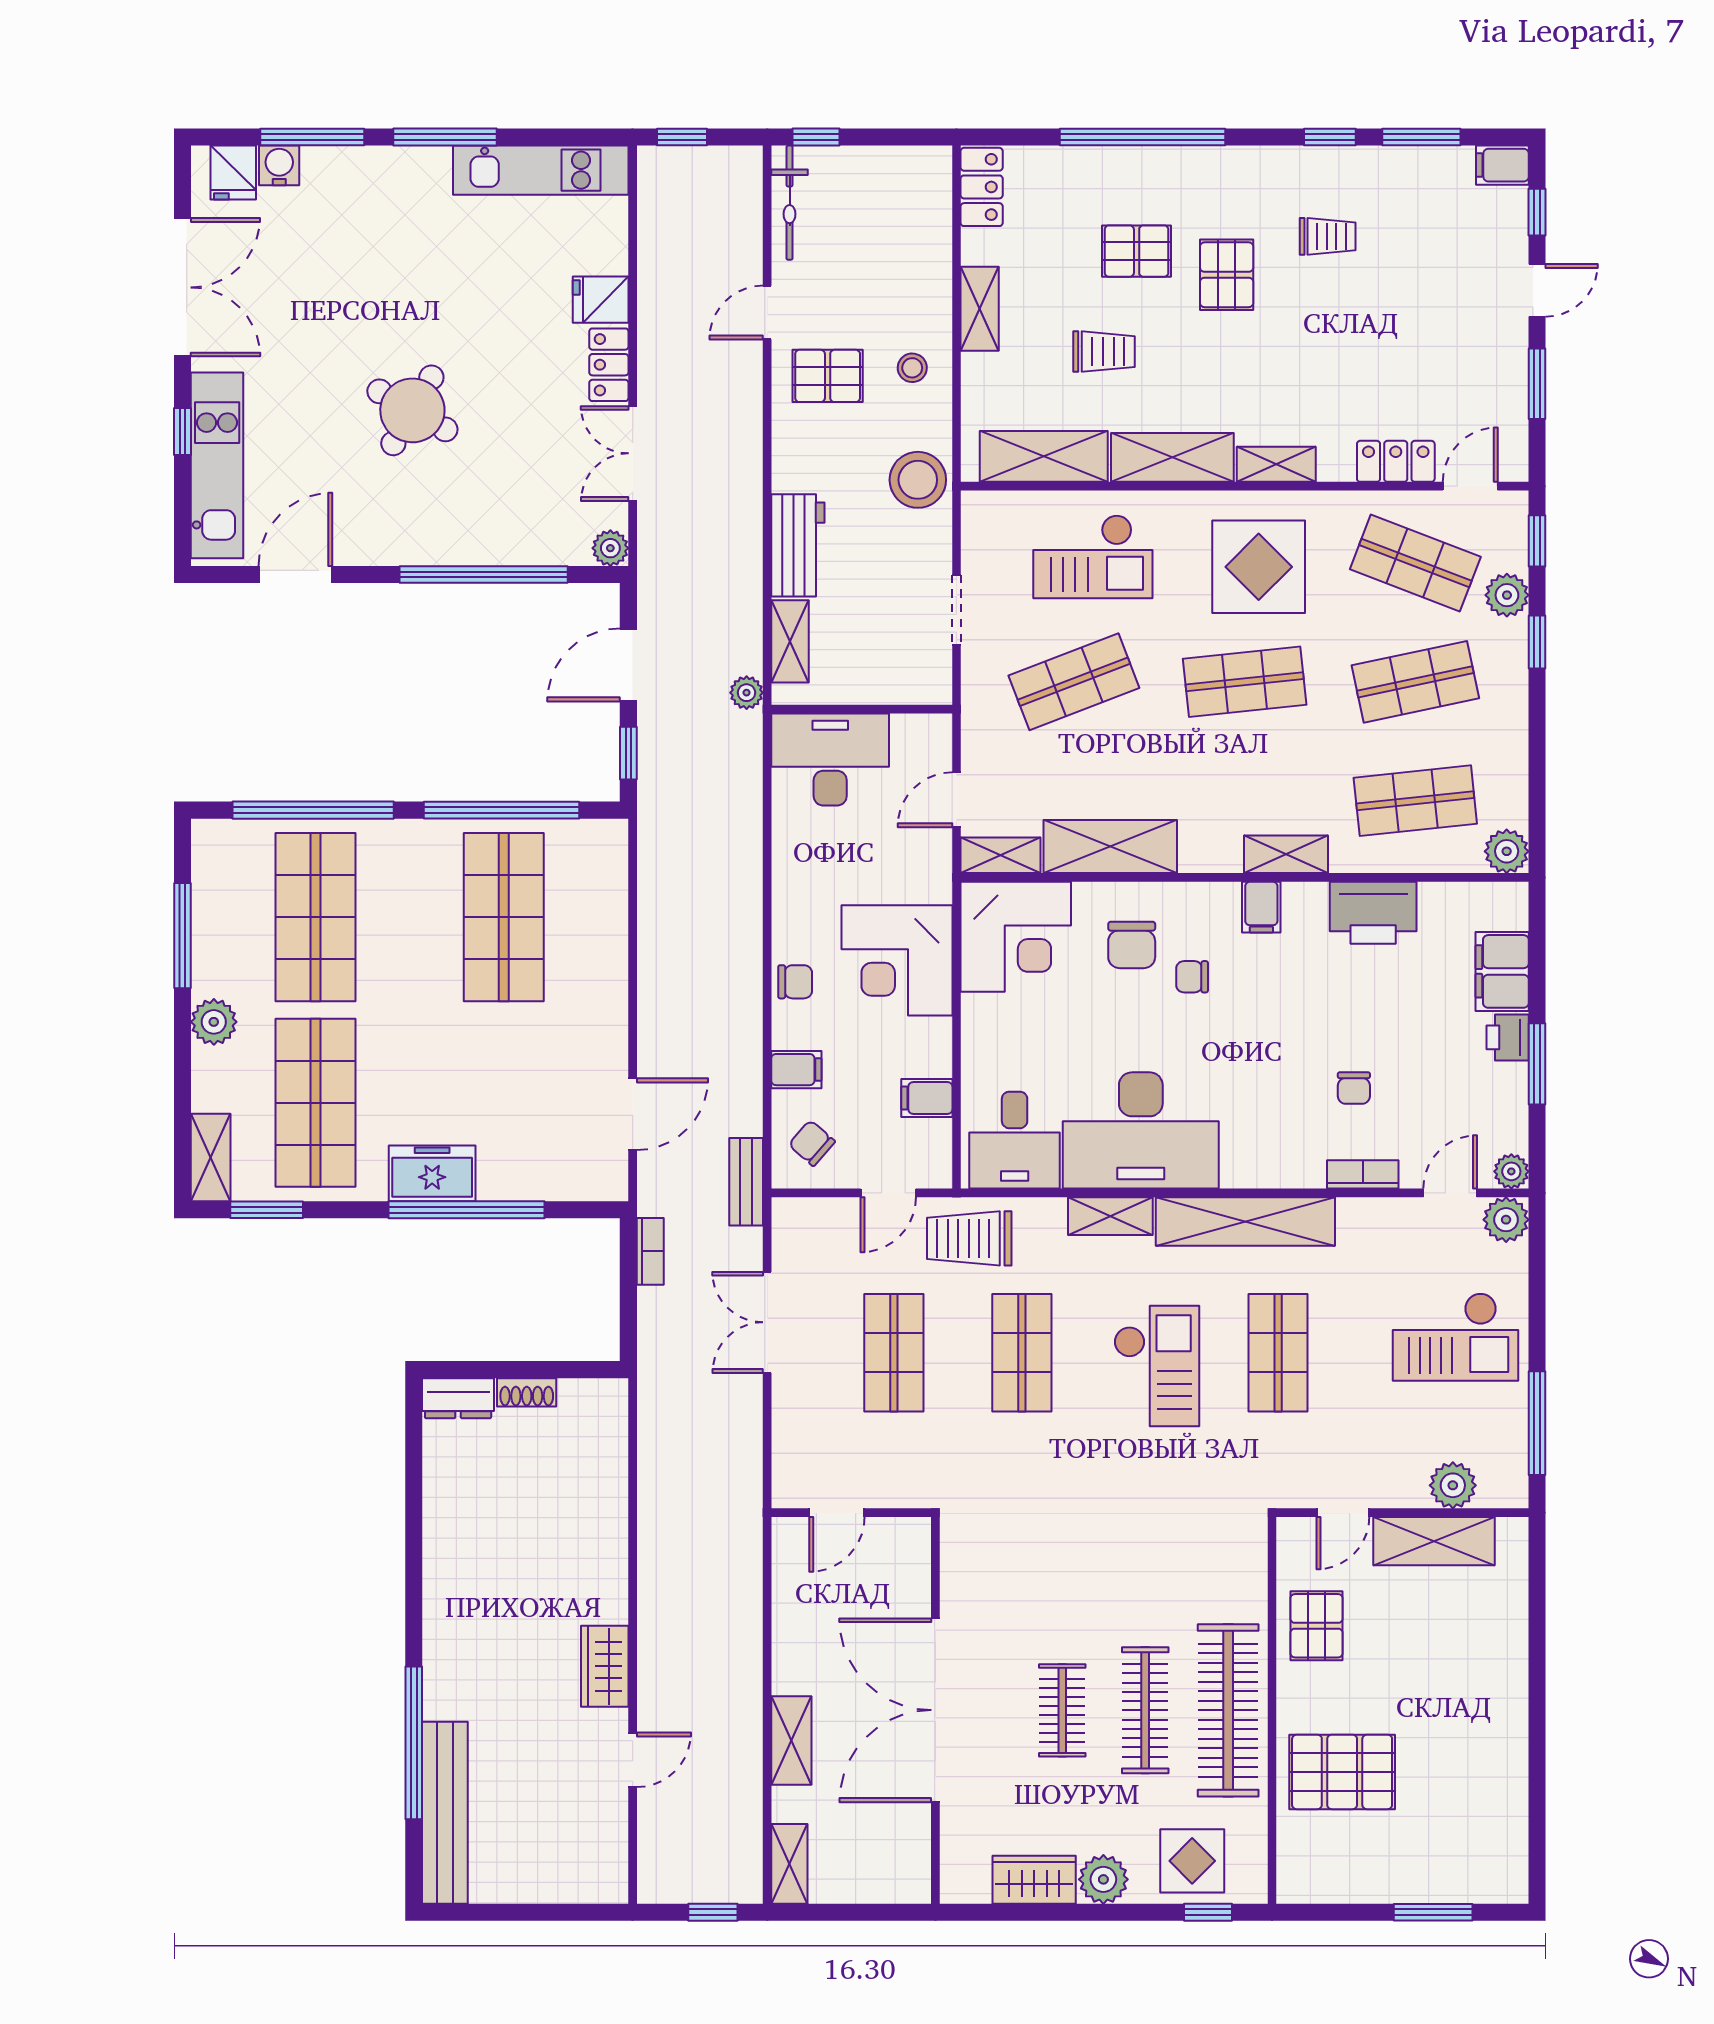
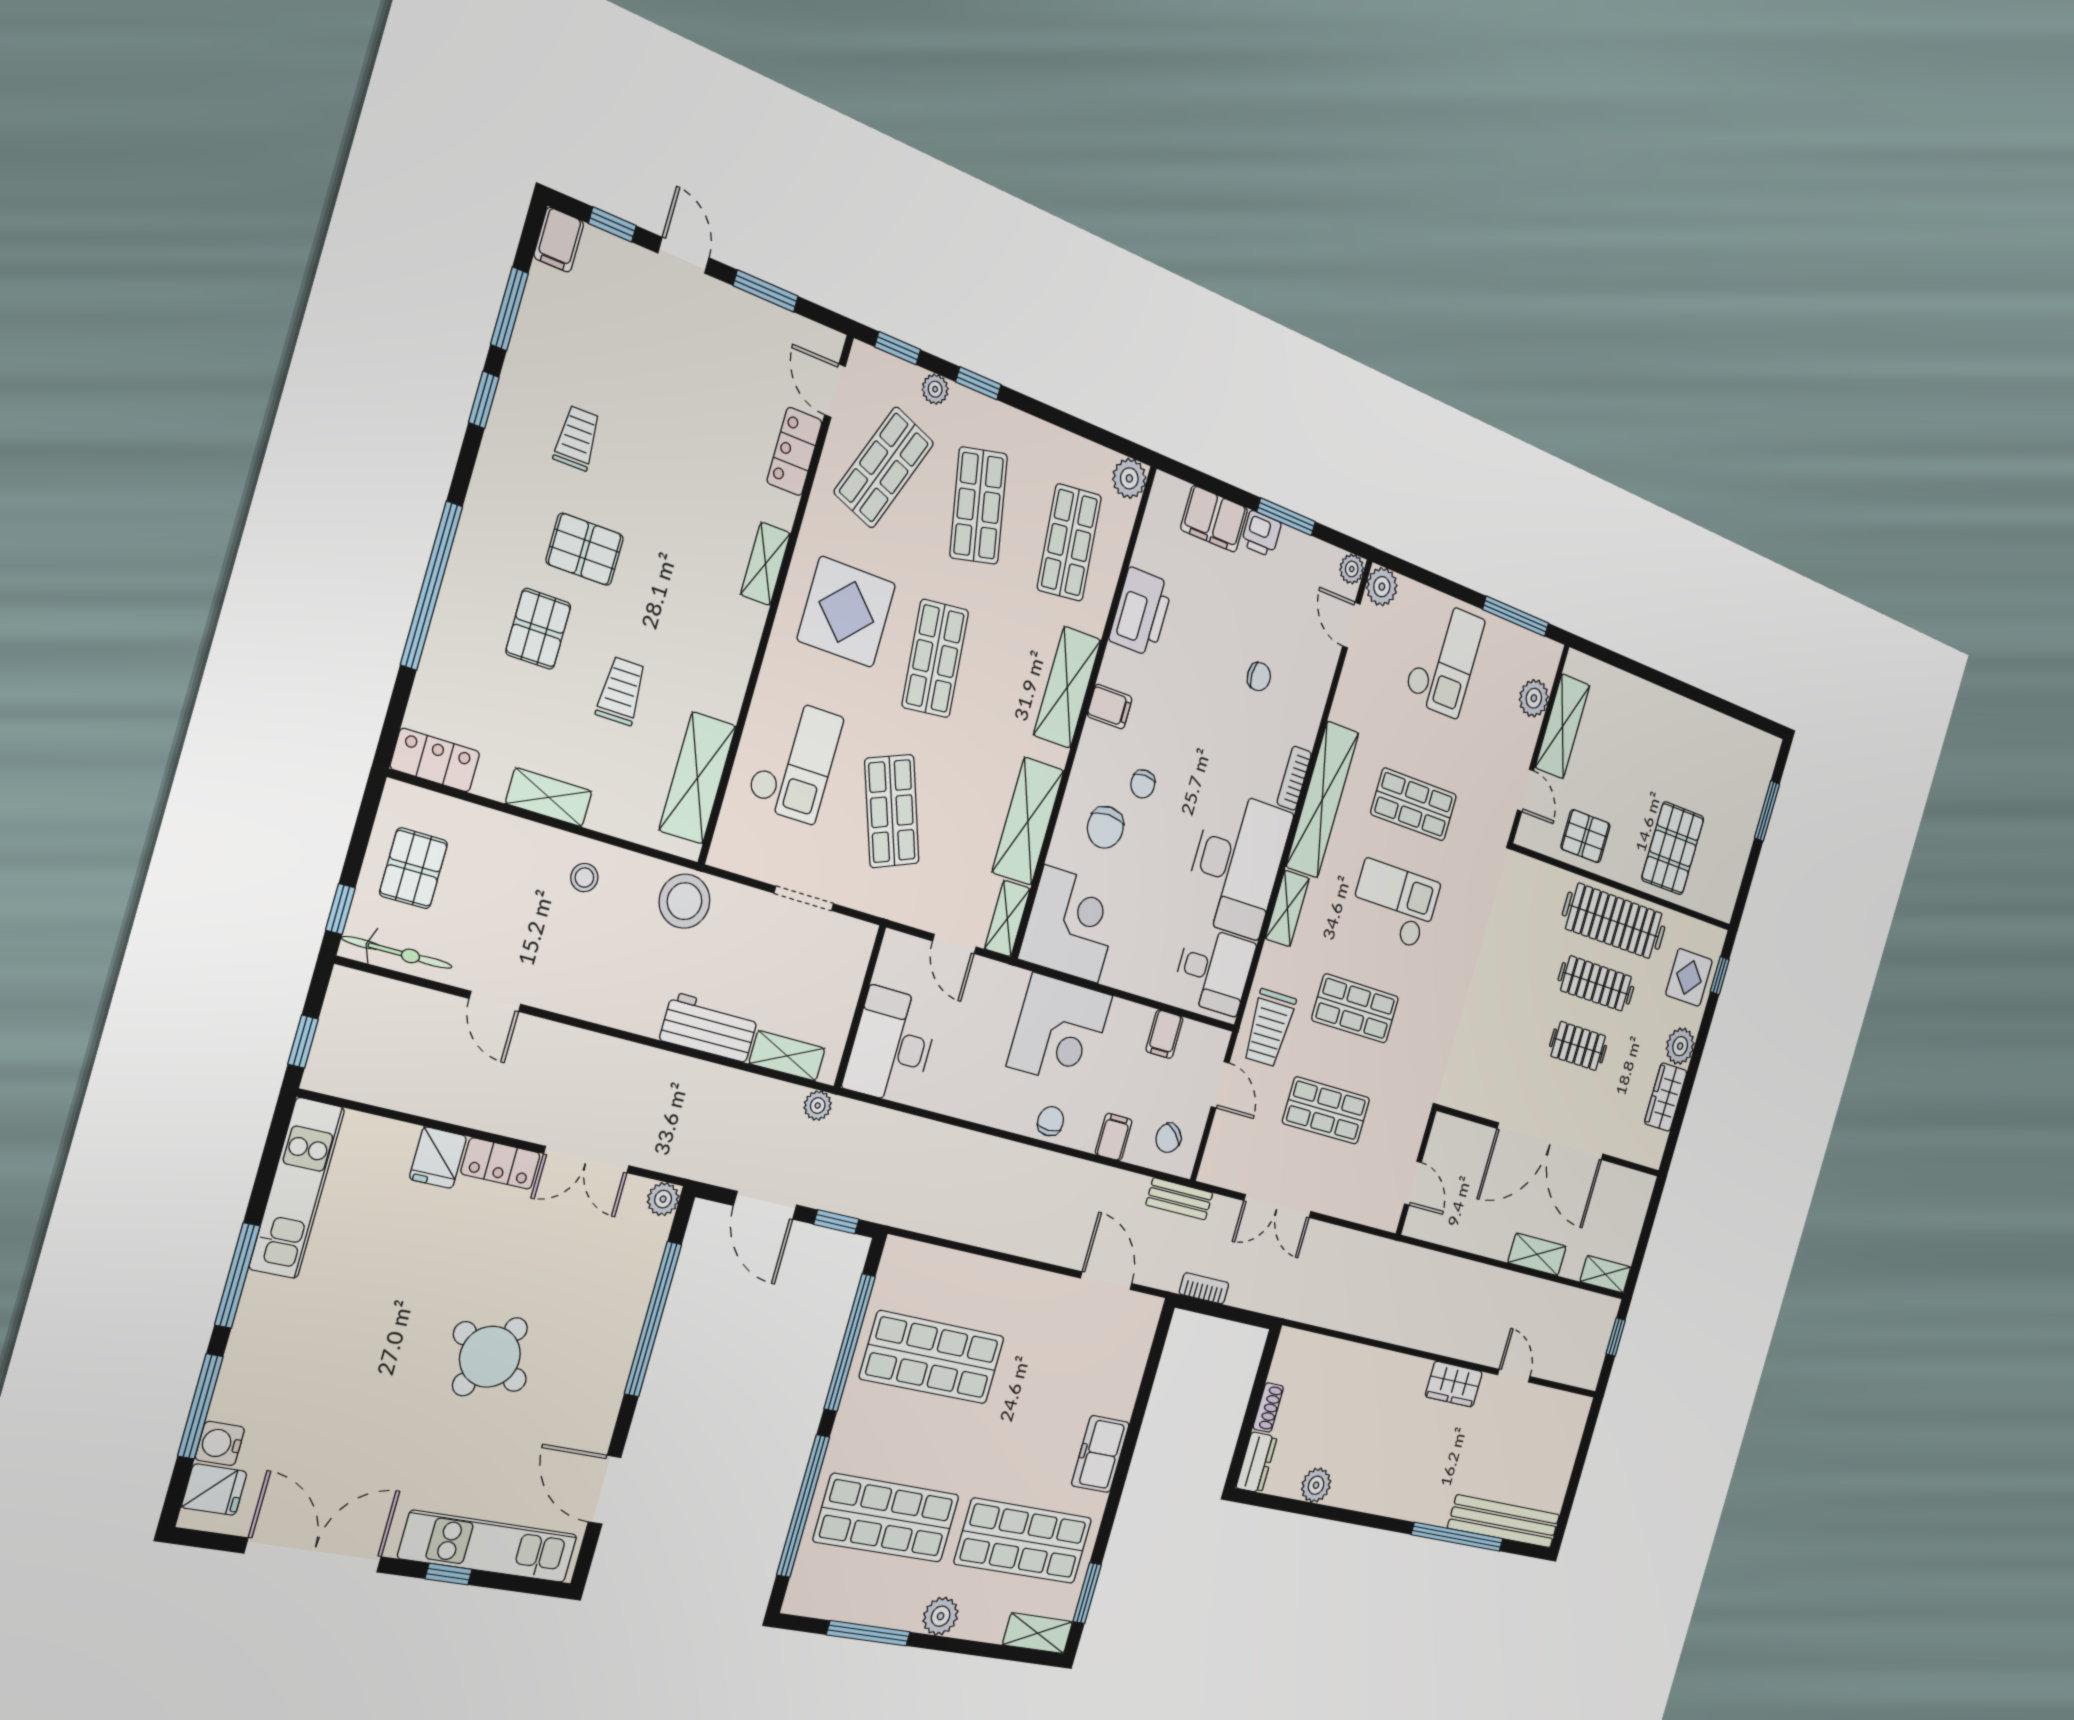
pallet: (828, 376) -> (414, 868), moved
shelving: (1172, 457) -> (732, 659), removed
plant: (1507, 595) -> (935, 389), width x0.73, depth x0.73
shelving: (1286, 854) -> (1067, 687), width x1.50, depth x1.33
chair: (1132, 945) -> (1105, 827), turned 90
bookcase: (1363, 1174) -> (1294, 778), moved
window: (467, 1210) -> (1133, 1431), removed
plant: (444, 1497) -> (1316, 1485), added

